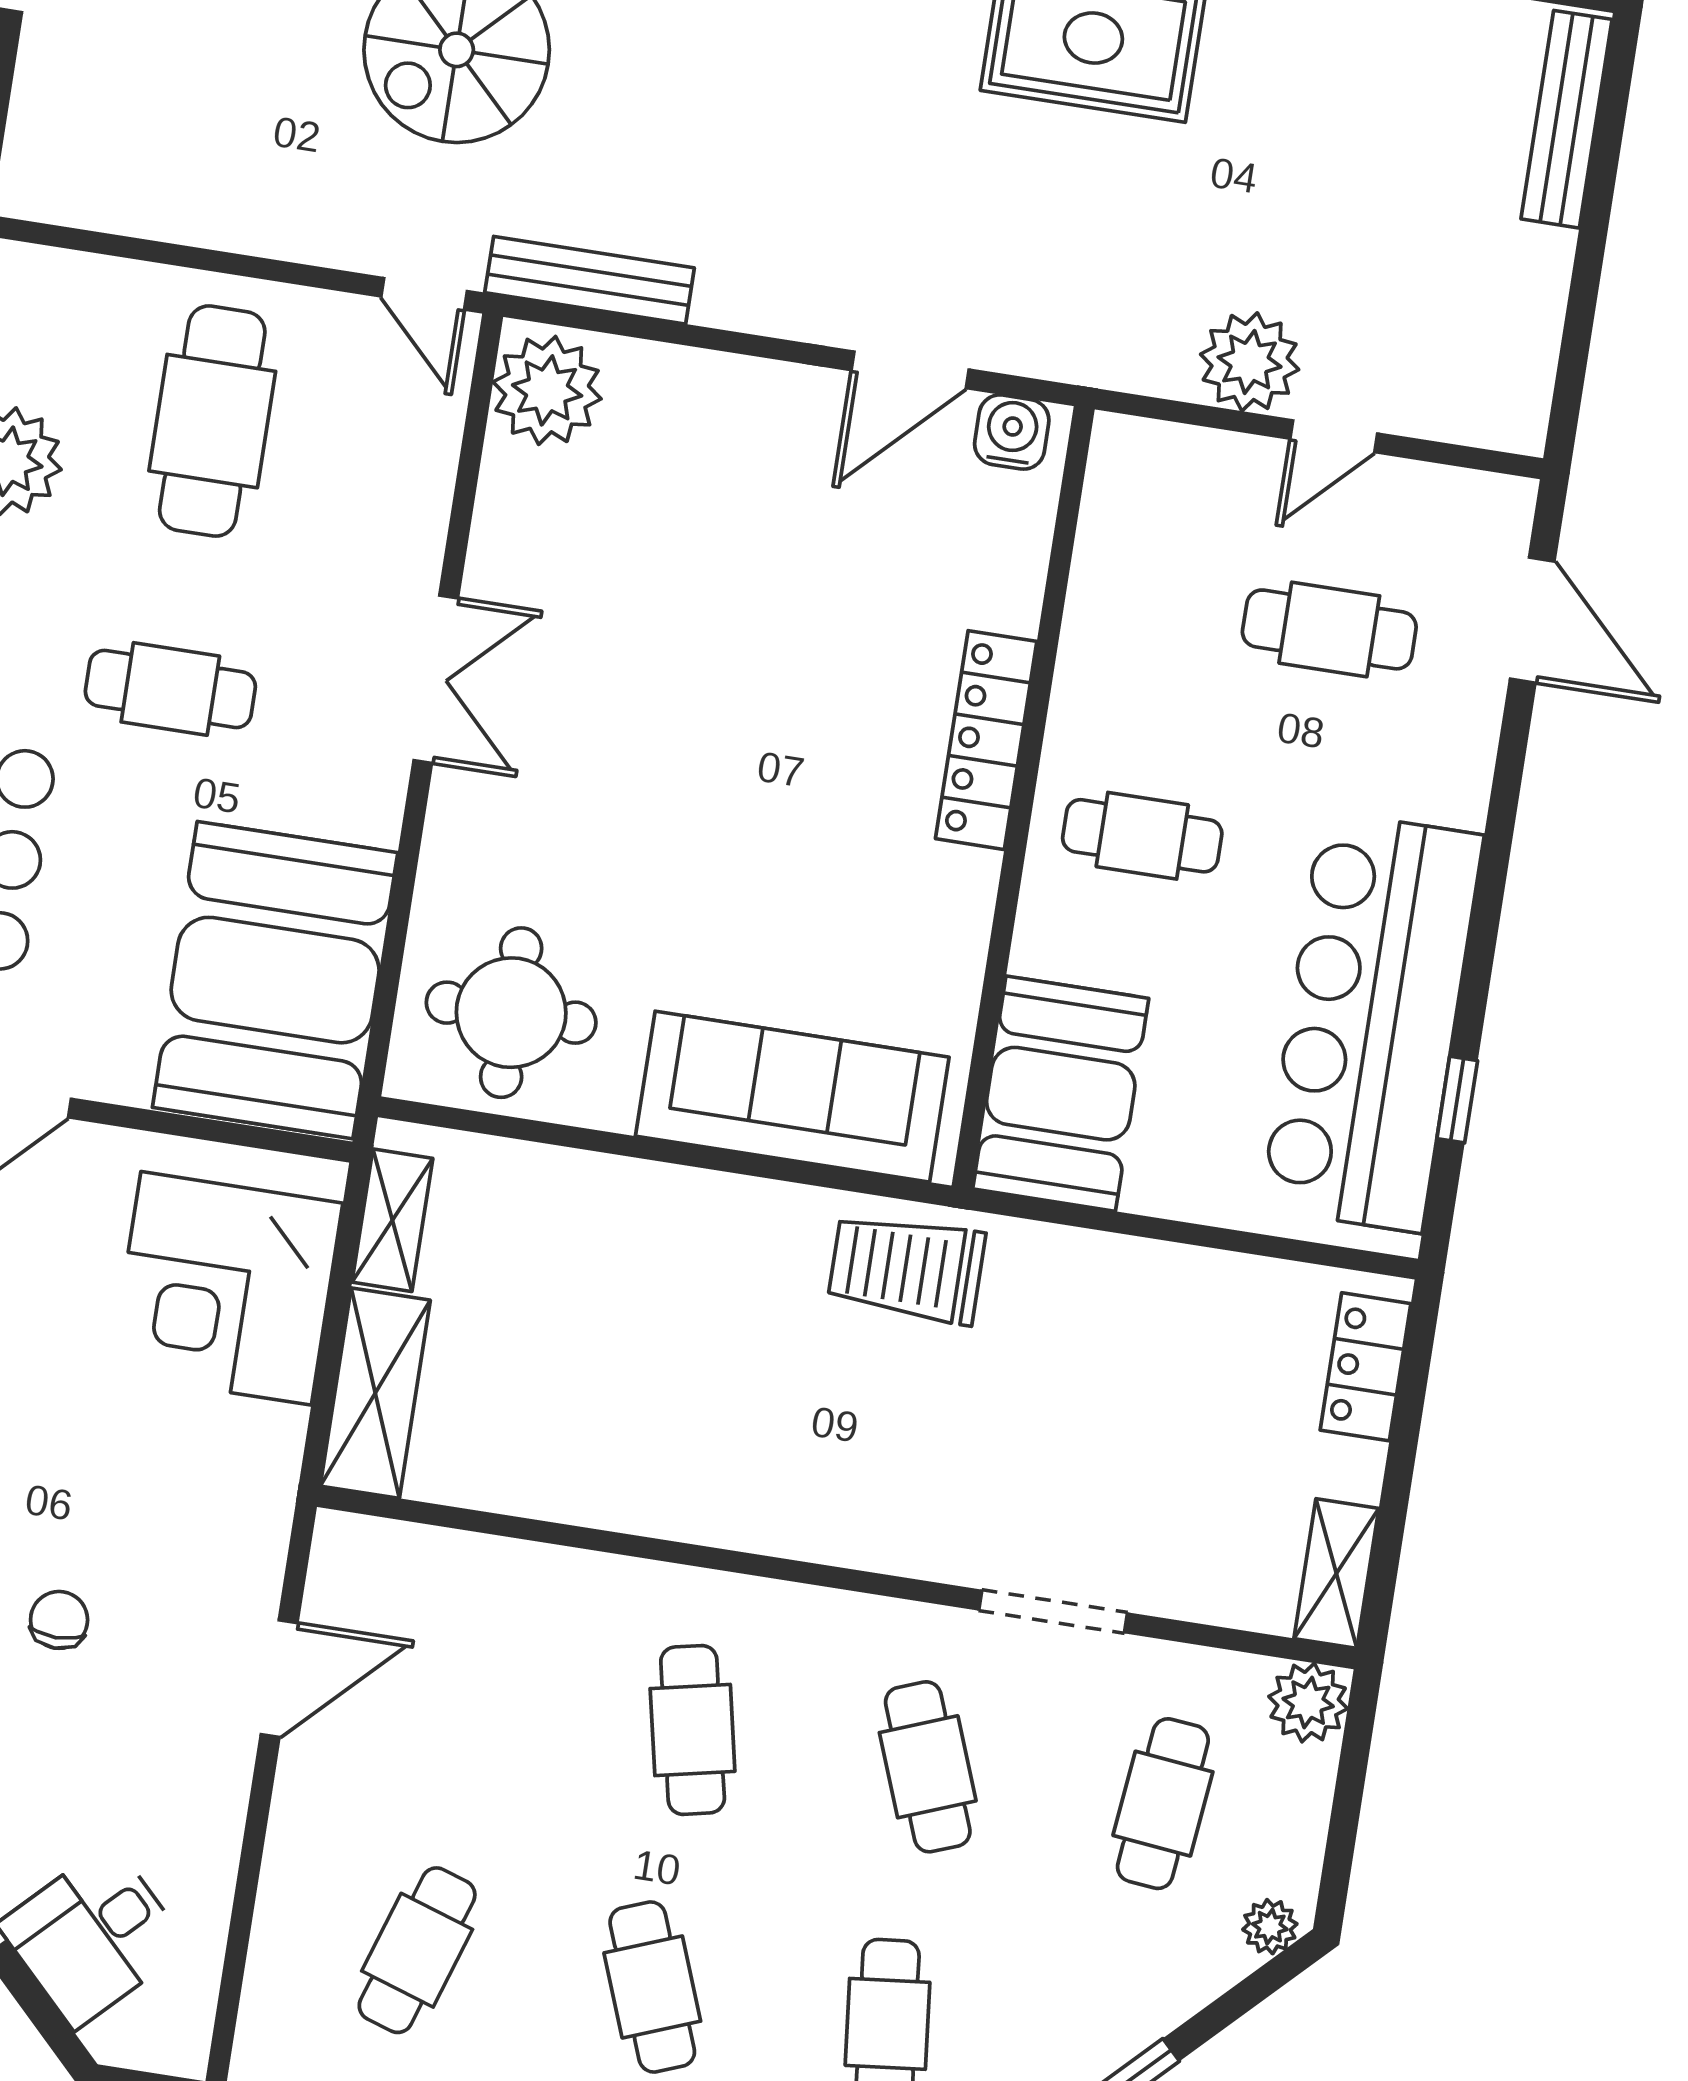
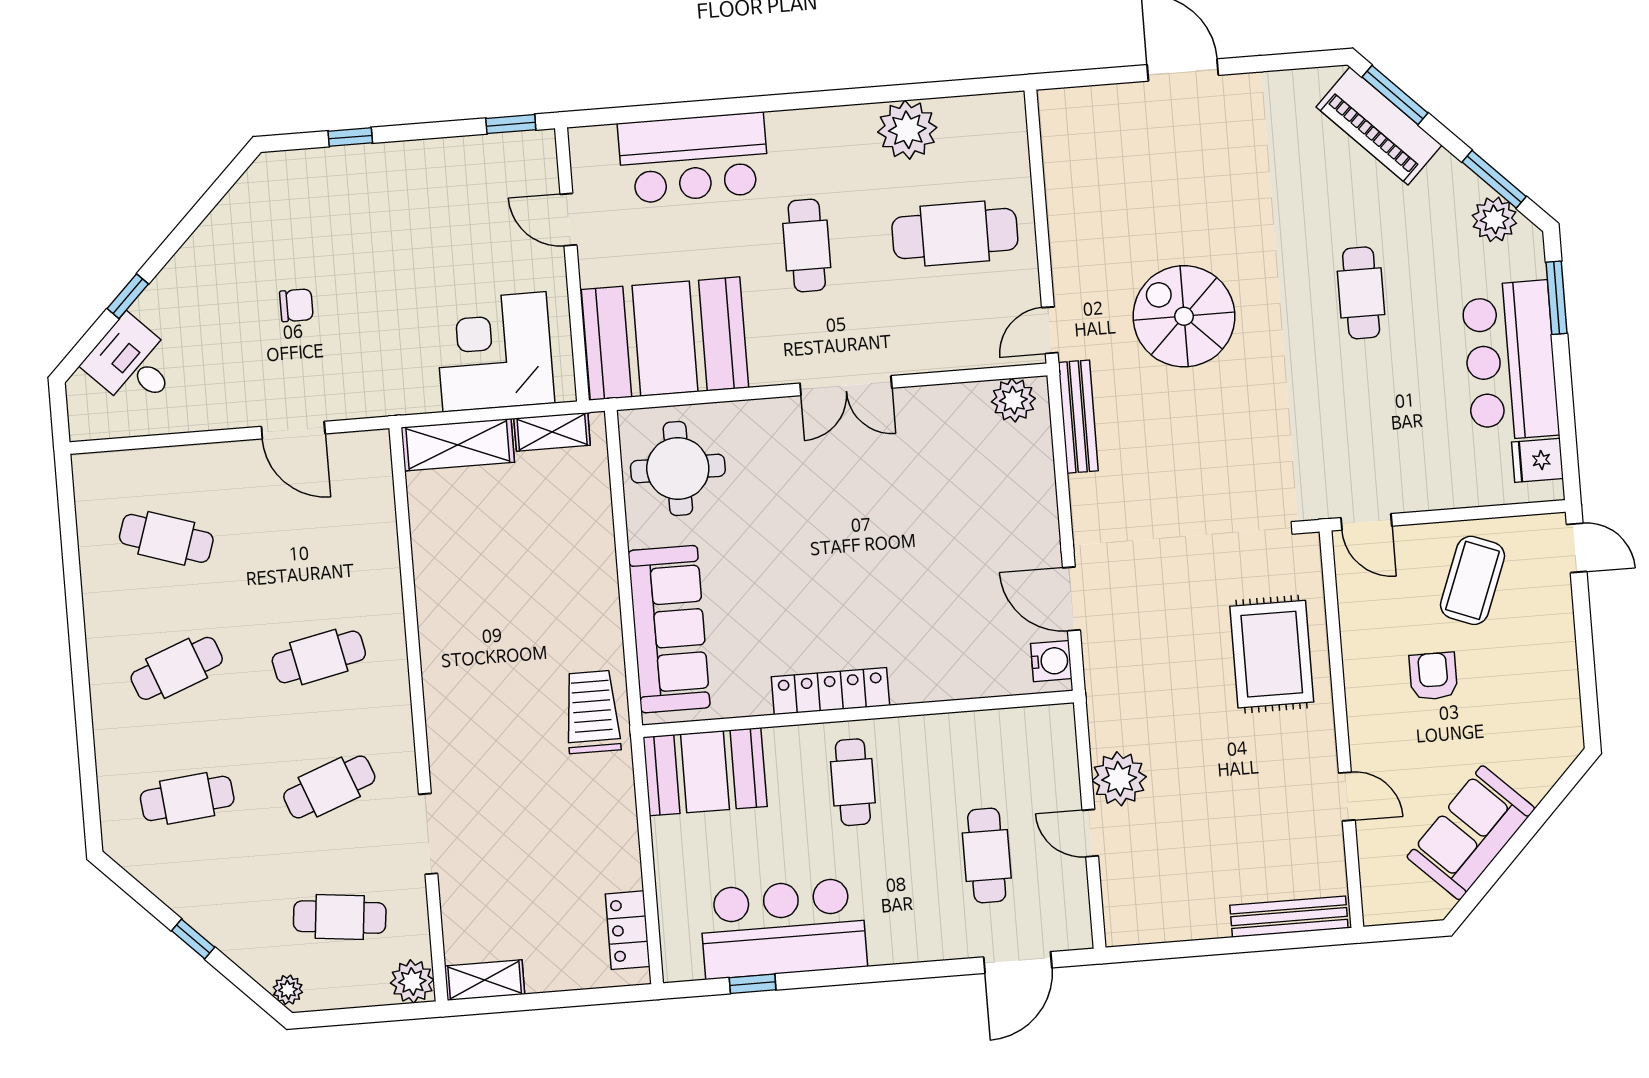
plant: (547, 390) -> (1013, 400), width x0.73, depth x0.73
locker: (986, 740) -> (830, 691), moved
bar counter: (1372, 1022) -> (783, 928), width x0.73
locker: (1366, 1367) -> (628, 930), moved, turned -90

